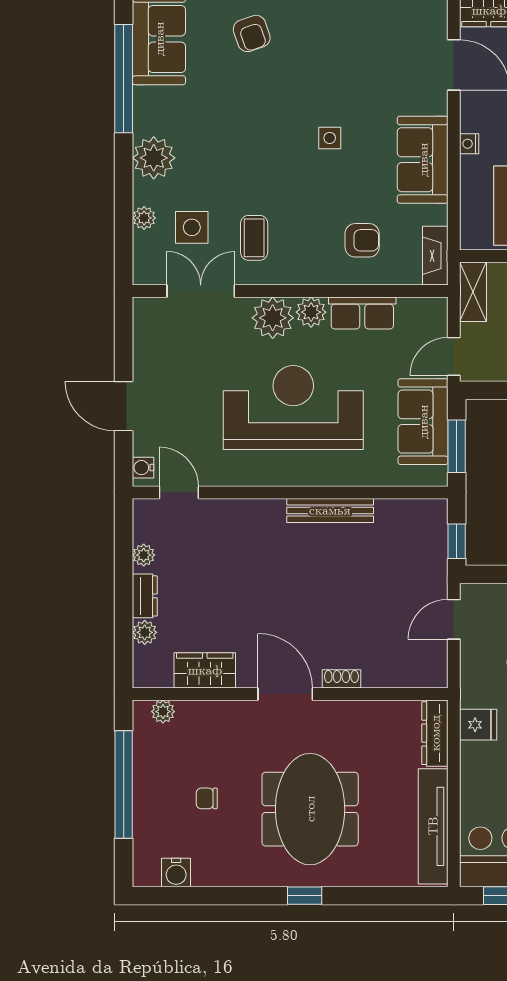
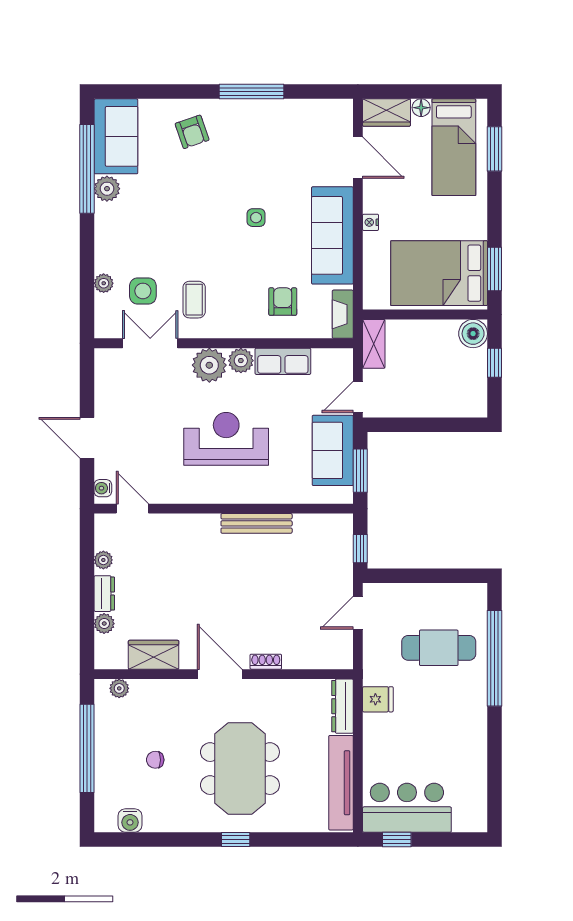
plant: (154, 158) -> (107, 189), moved, width x0.73, depth x0.73
sofa: (423, 160) -> (332, 235), width x1.36
armchair: (362, 240) -> (283, 302), turned -90
reception desk: (293, 408) -> (226, 439), width x0.74, depth x0.77

